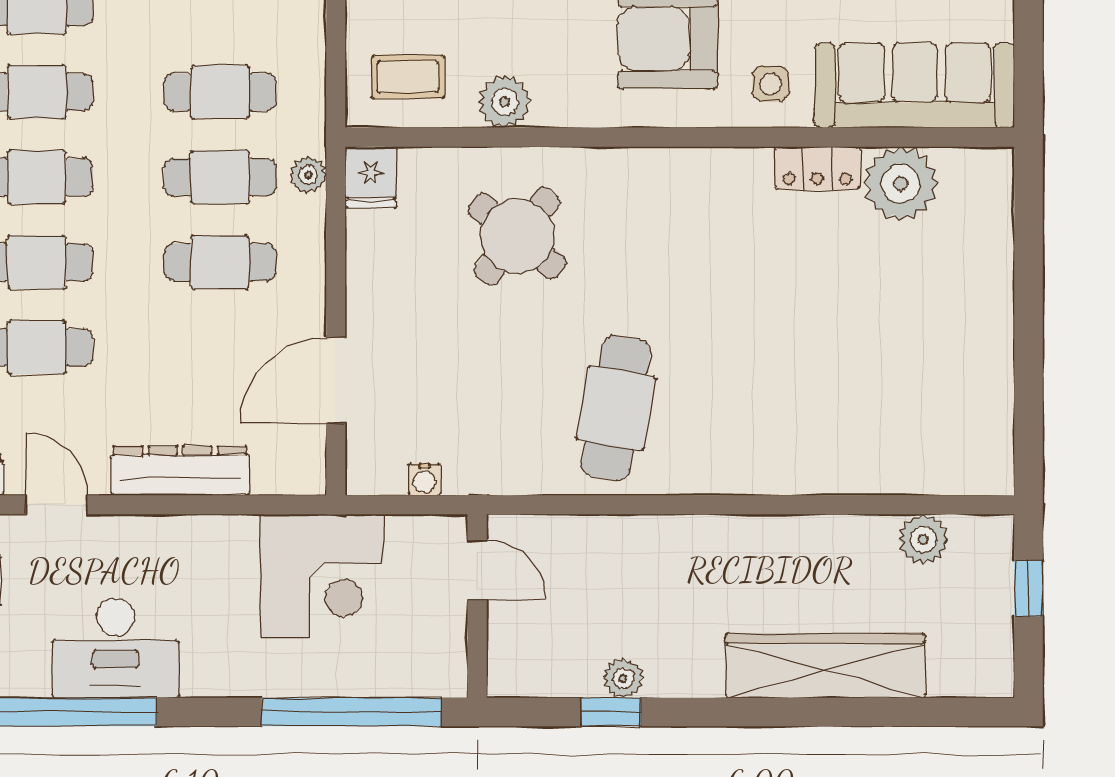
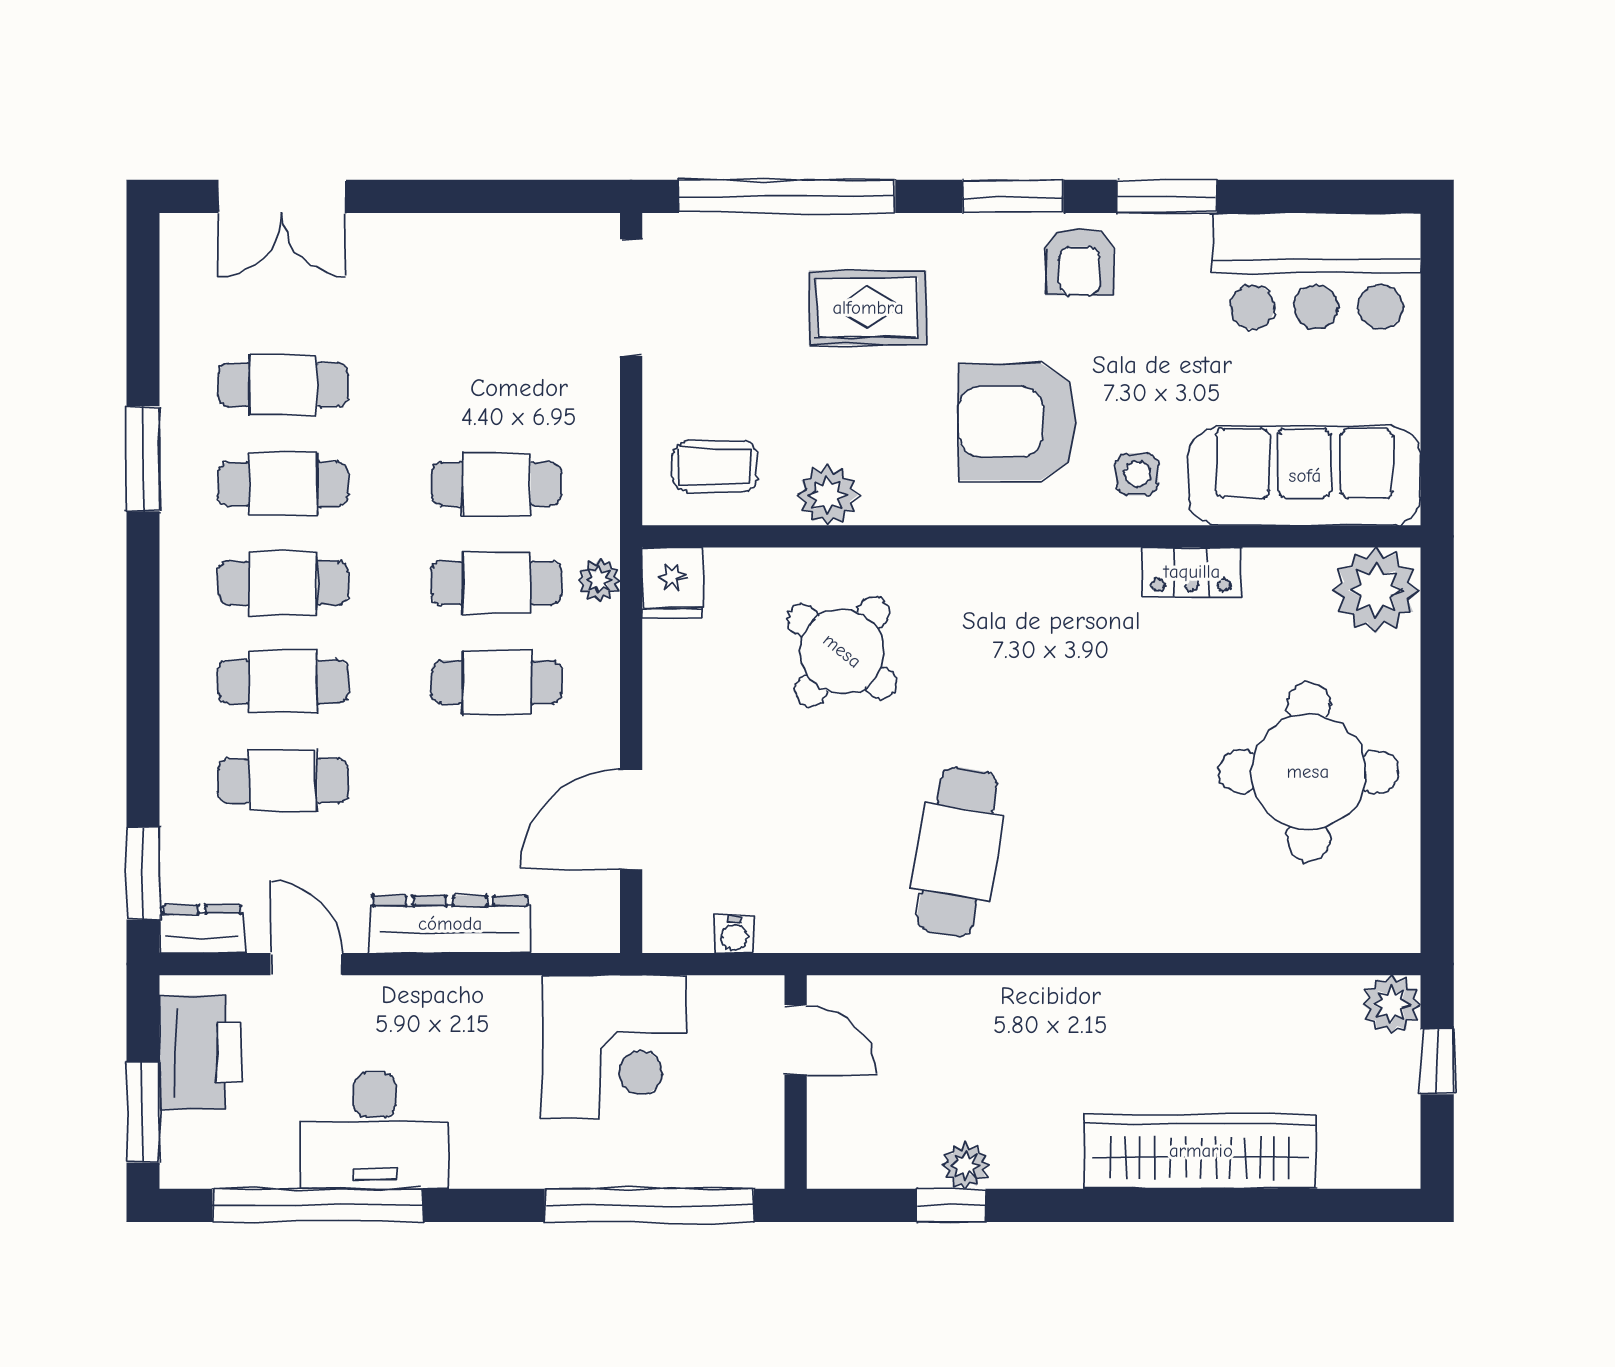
plant: (901, 184) -> (1376, 590), moved
round table: (918, 339) -> (1308, 772), added
plant: (923, 539) -> (1391, 1004), moved

